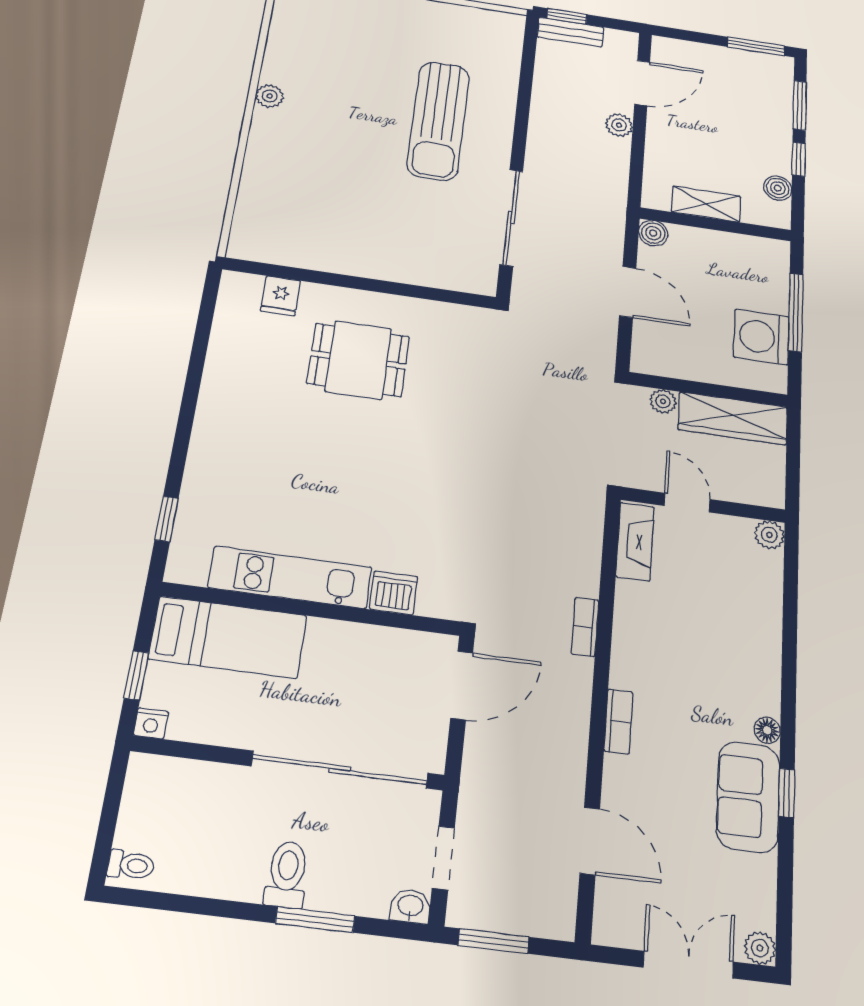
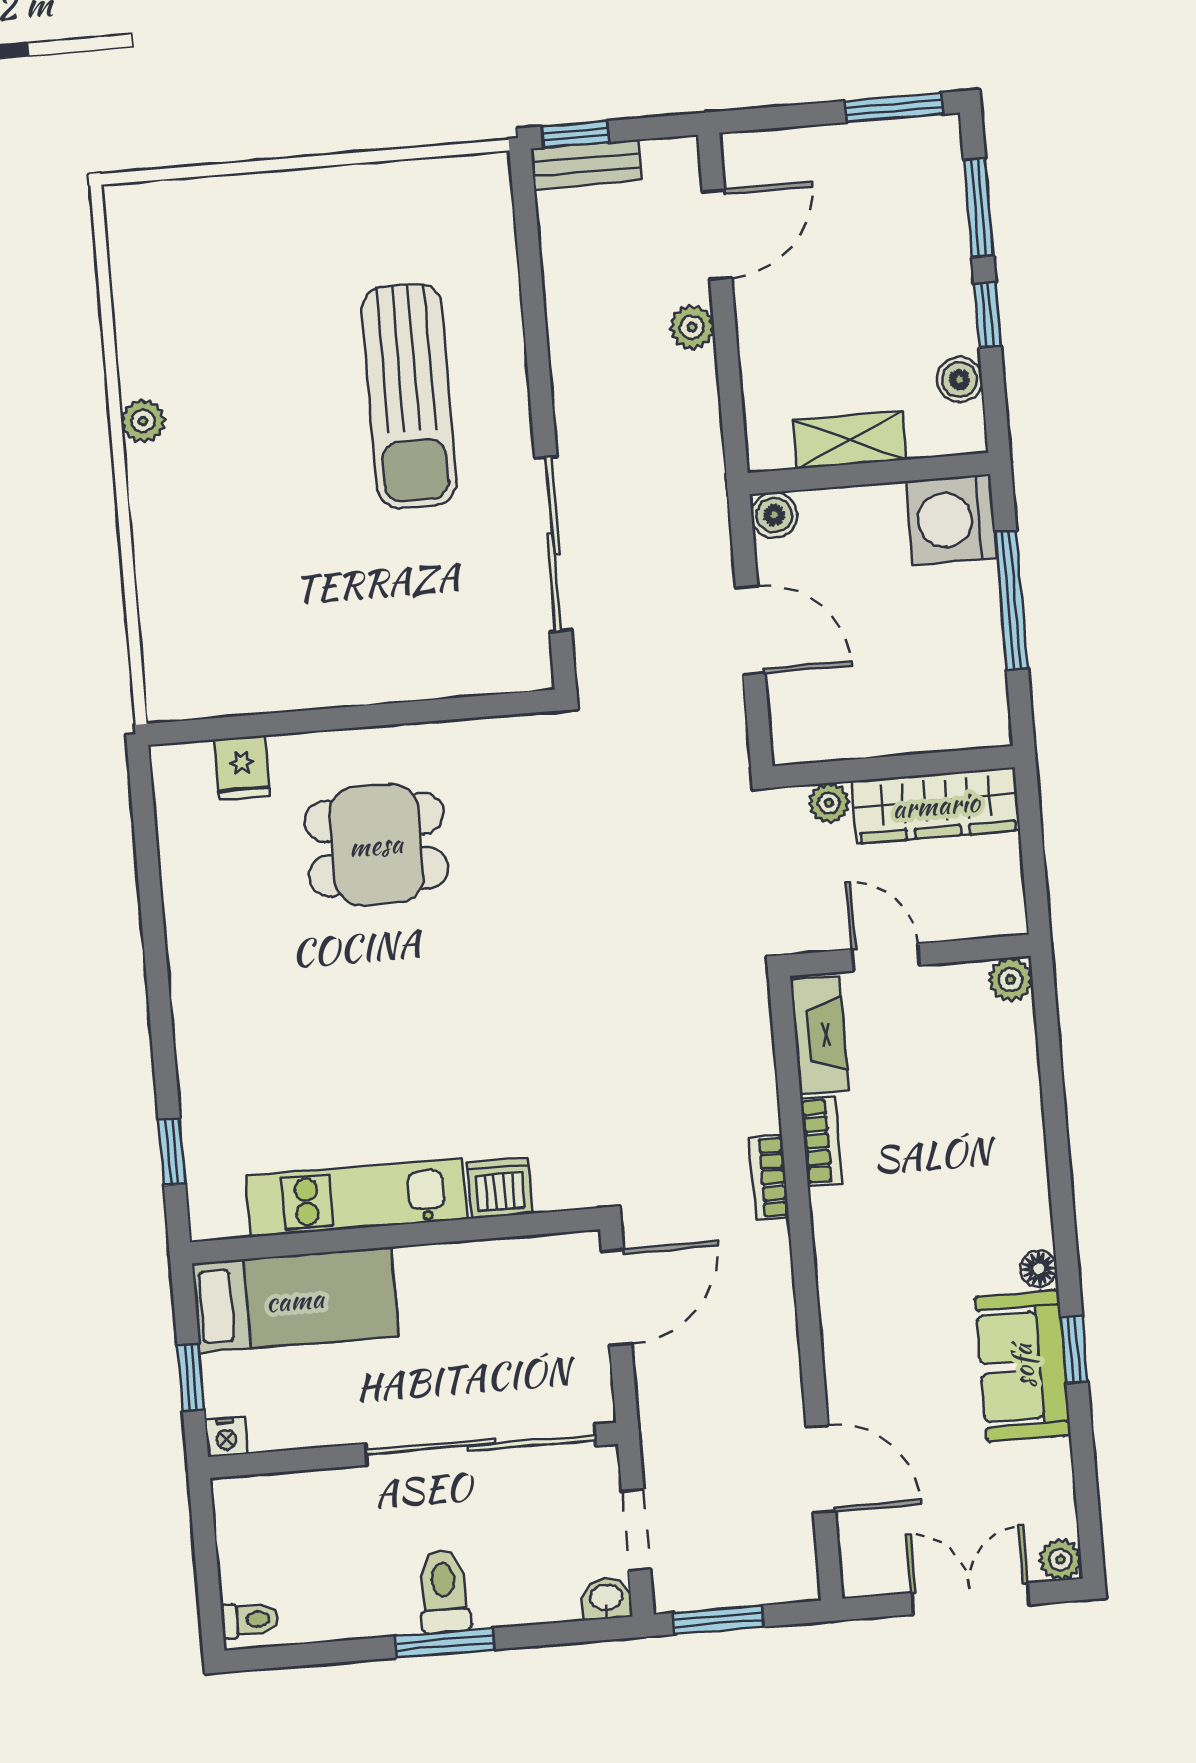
washing machine: (761, 337) -> (952, 520), moved
bookcase: (619, 721) -> (821, 1141), moved
window: (315, 920) -> (445, 1643), moved

